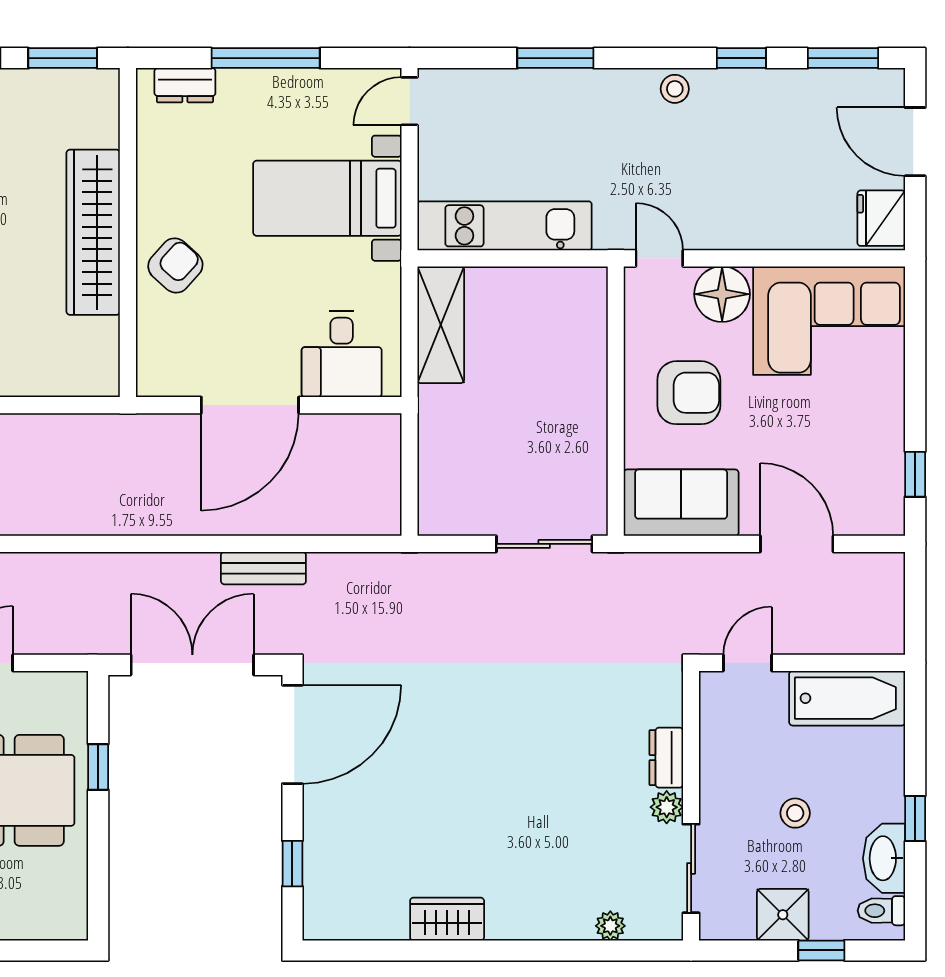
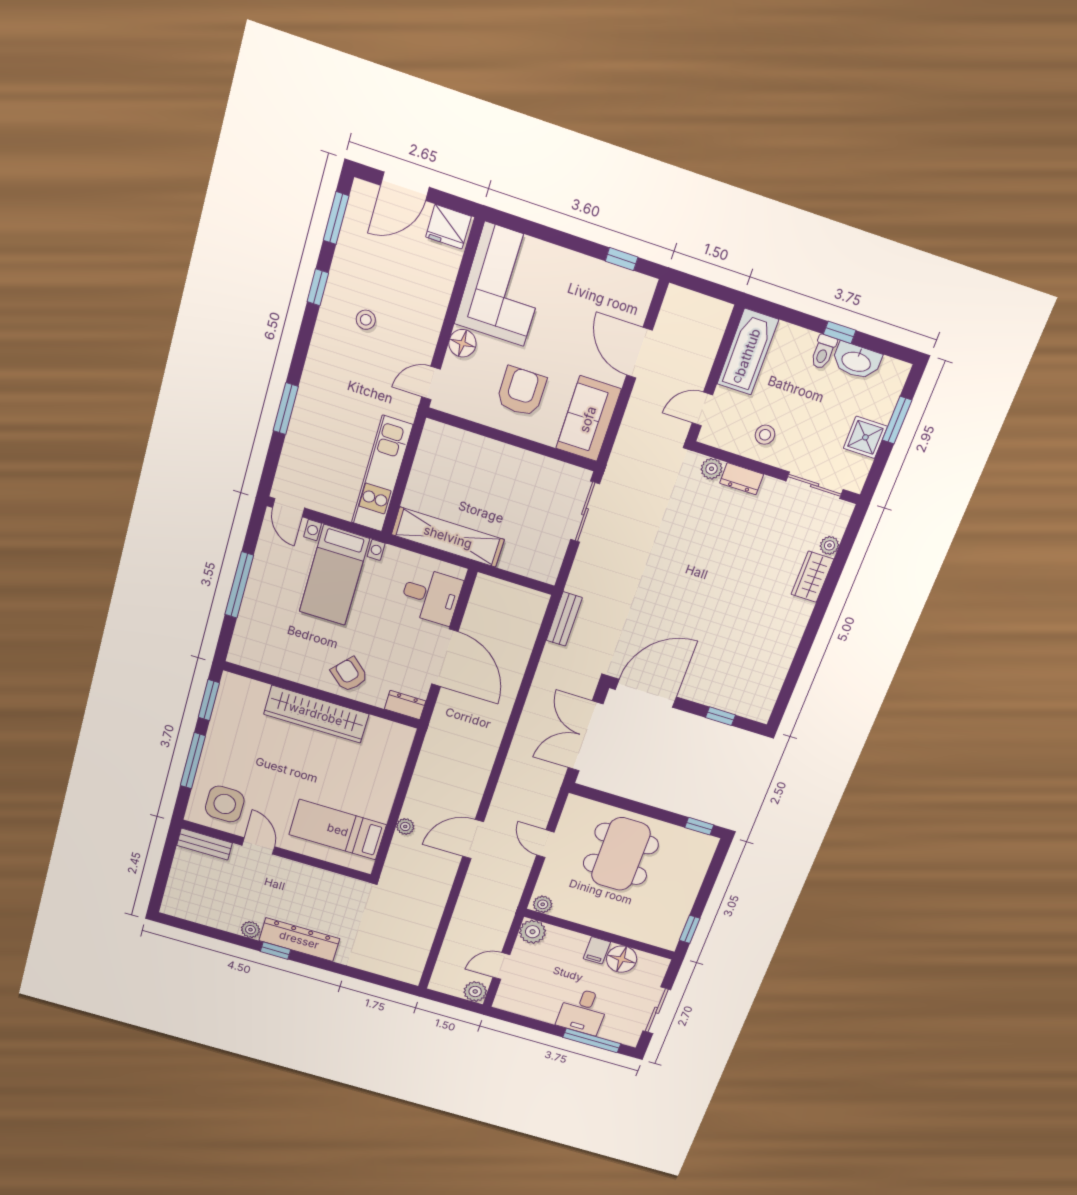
dresser: (185, 85) -> (405, 705), moved, turned -90
stool: (675, 89) -> (366, 320), moved
floor lamp: (722, 294) -> (462, 343), width x0.73, depth x0.73
shelving: (441, 325) -> (448, 537), width x1.47
door: (797, 544) -> (639, 353), hinge flipped
bench: (263, 568) -> (564, 619), moved
door: (747, 663) -> (702, 409), hinge flipped
door: (292, 734) -> (646, 693), hinge flipped
window: (98, 767) -> (699, 826), moved
plant: (667, 807) -> (712, 469), moved
stool: (795, 813) -> (765, 435), moved
toilet: (881, 911) -> (823, 352), moved
wardrobe: (447, 919) -> (812, 577), moved
window: (821, 950) -> (897, 420), width x1.50

